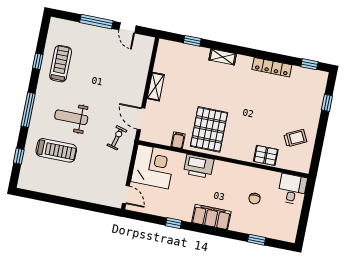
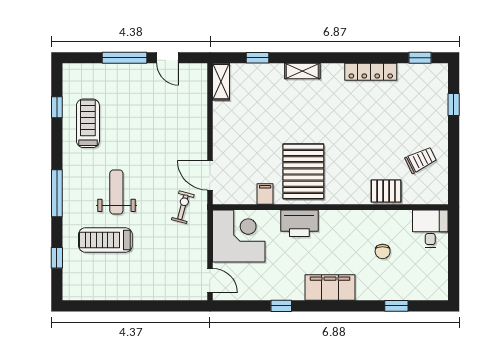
window: (38, 61) -> (57, 107), moved
shelving: (156, 87) -> (221, 82), moved
weight bench: (71, 117) -> (116, 192), turned 90
treadmill: (56, 150) -> (105, 240), turned 180

